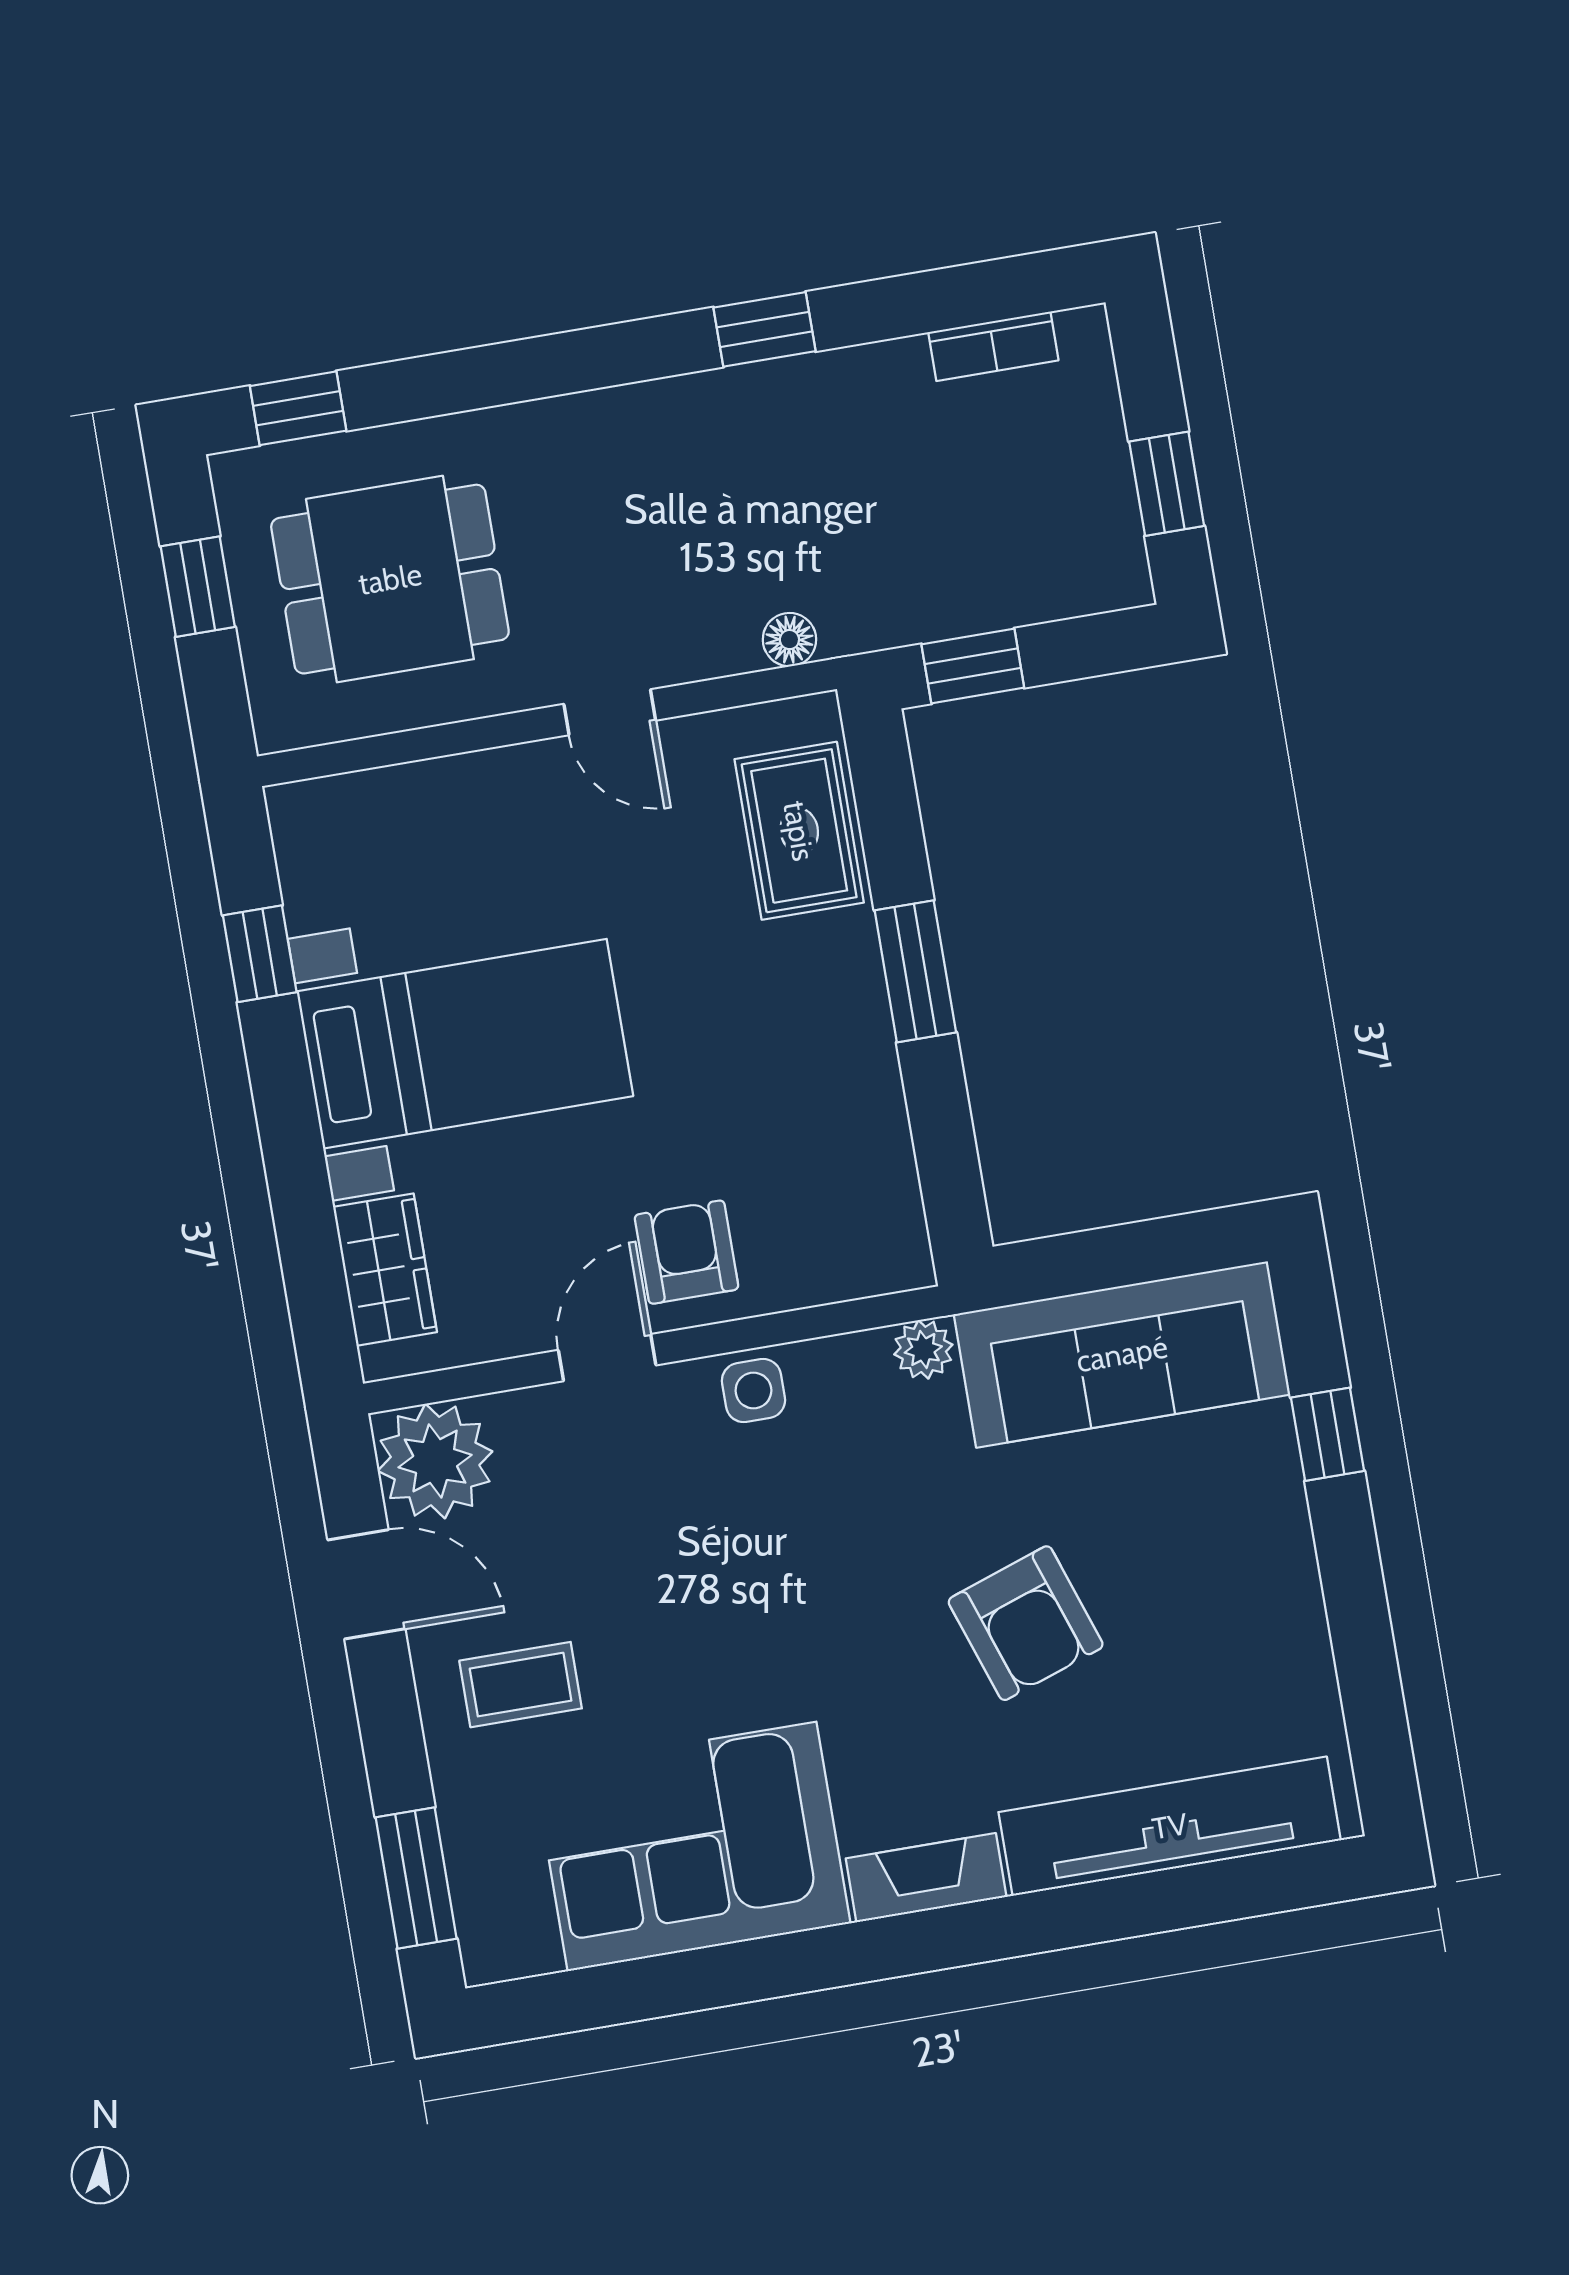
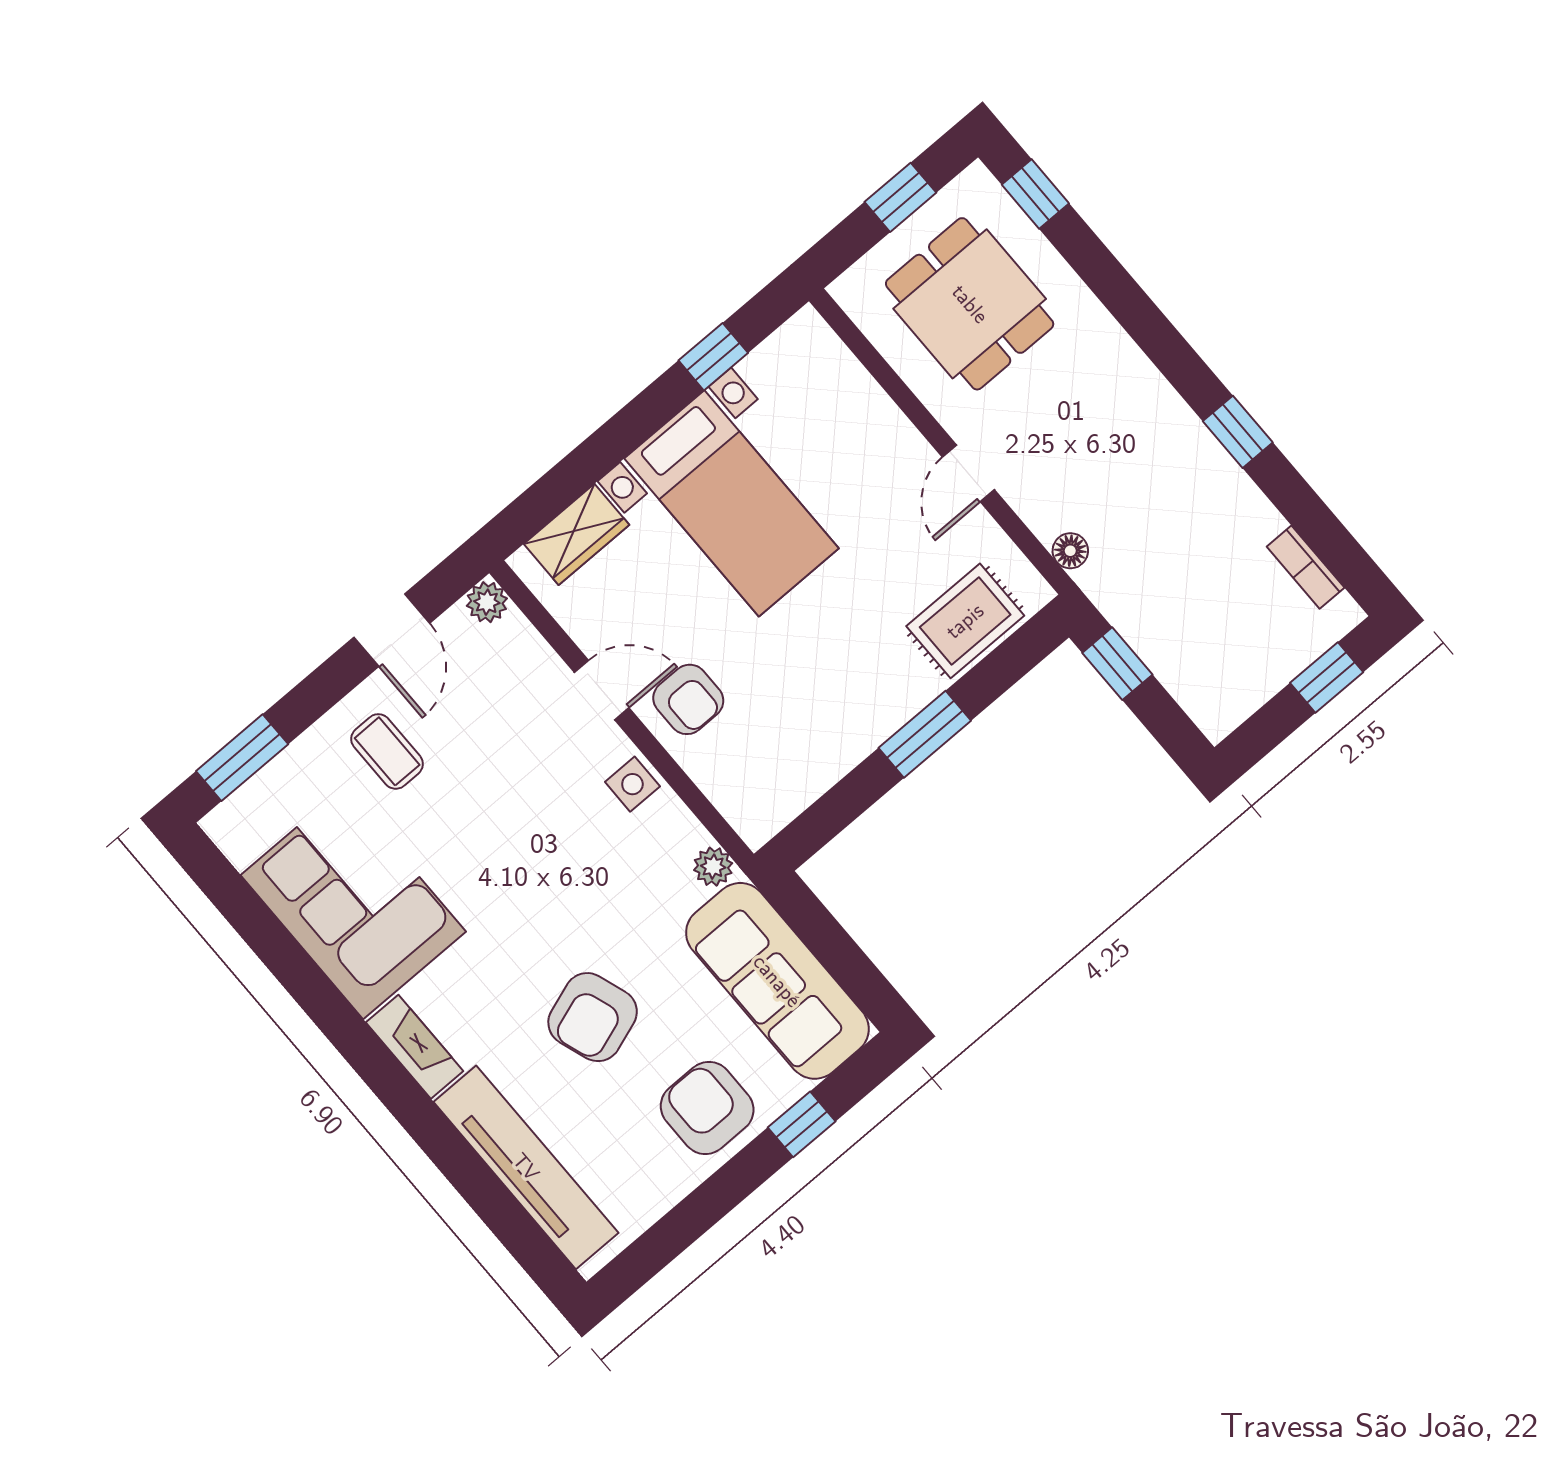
window: (1167, 484) -> (1327, 678), moved
armchair: (687, 1252) -> (688, 699), turned 90
plant: (435, 1461) -> (487, 602), width x0.53, depth x0.53
armchair: (1233, 1545) -> (707, 1108), added

